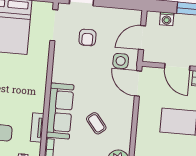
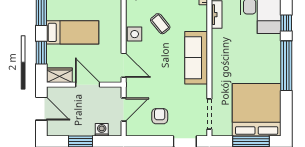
armchair: (87, 37) -> (160, 116), moved
side table: (121, 61) -> (135, 34), moved
sofa: (60, 111) -> (196, 58), moved

